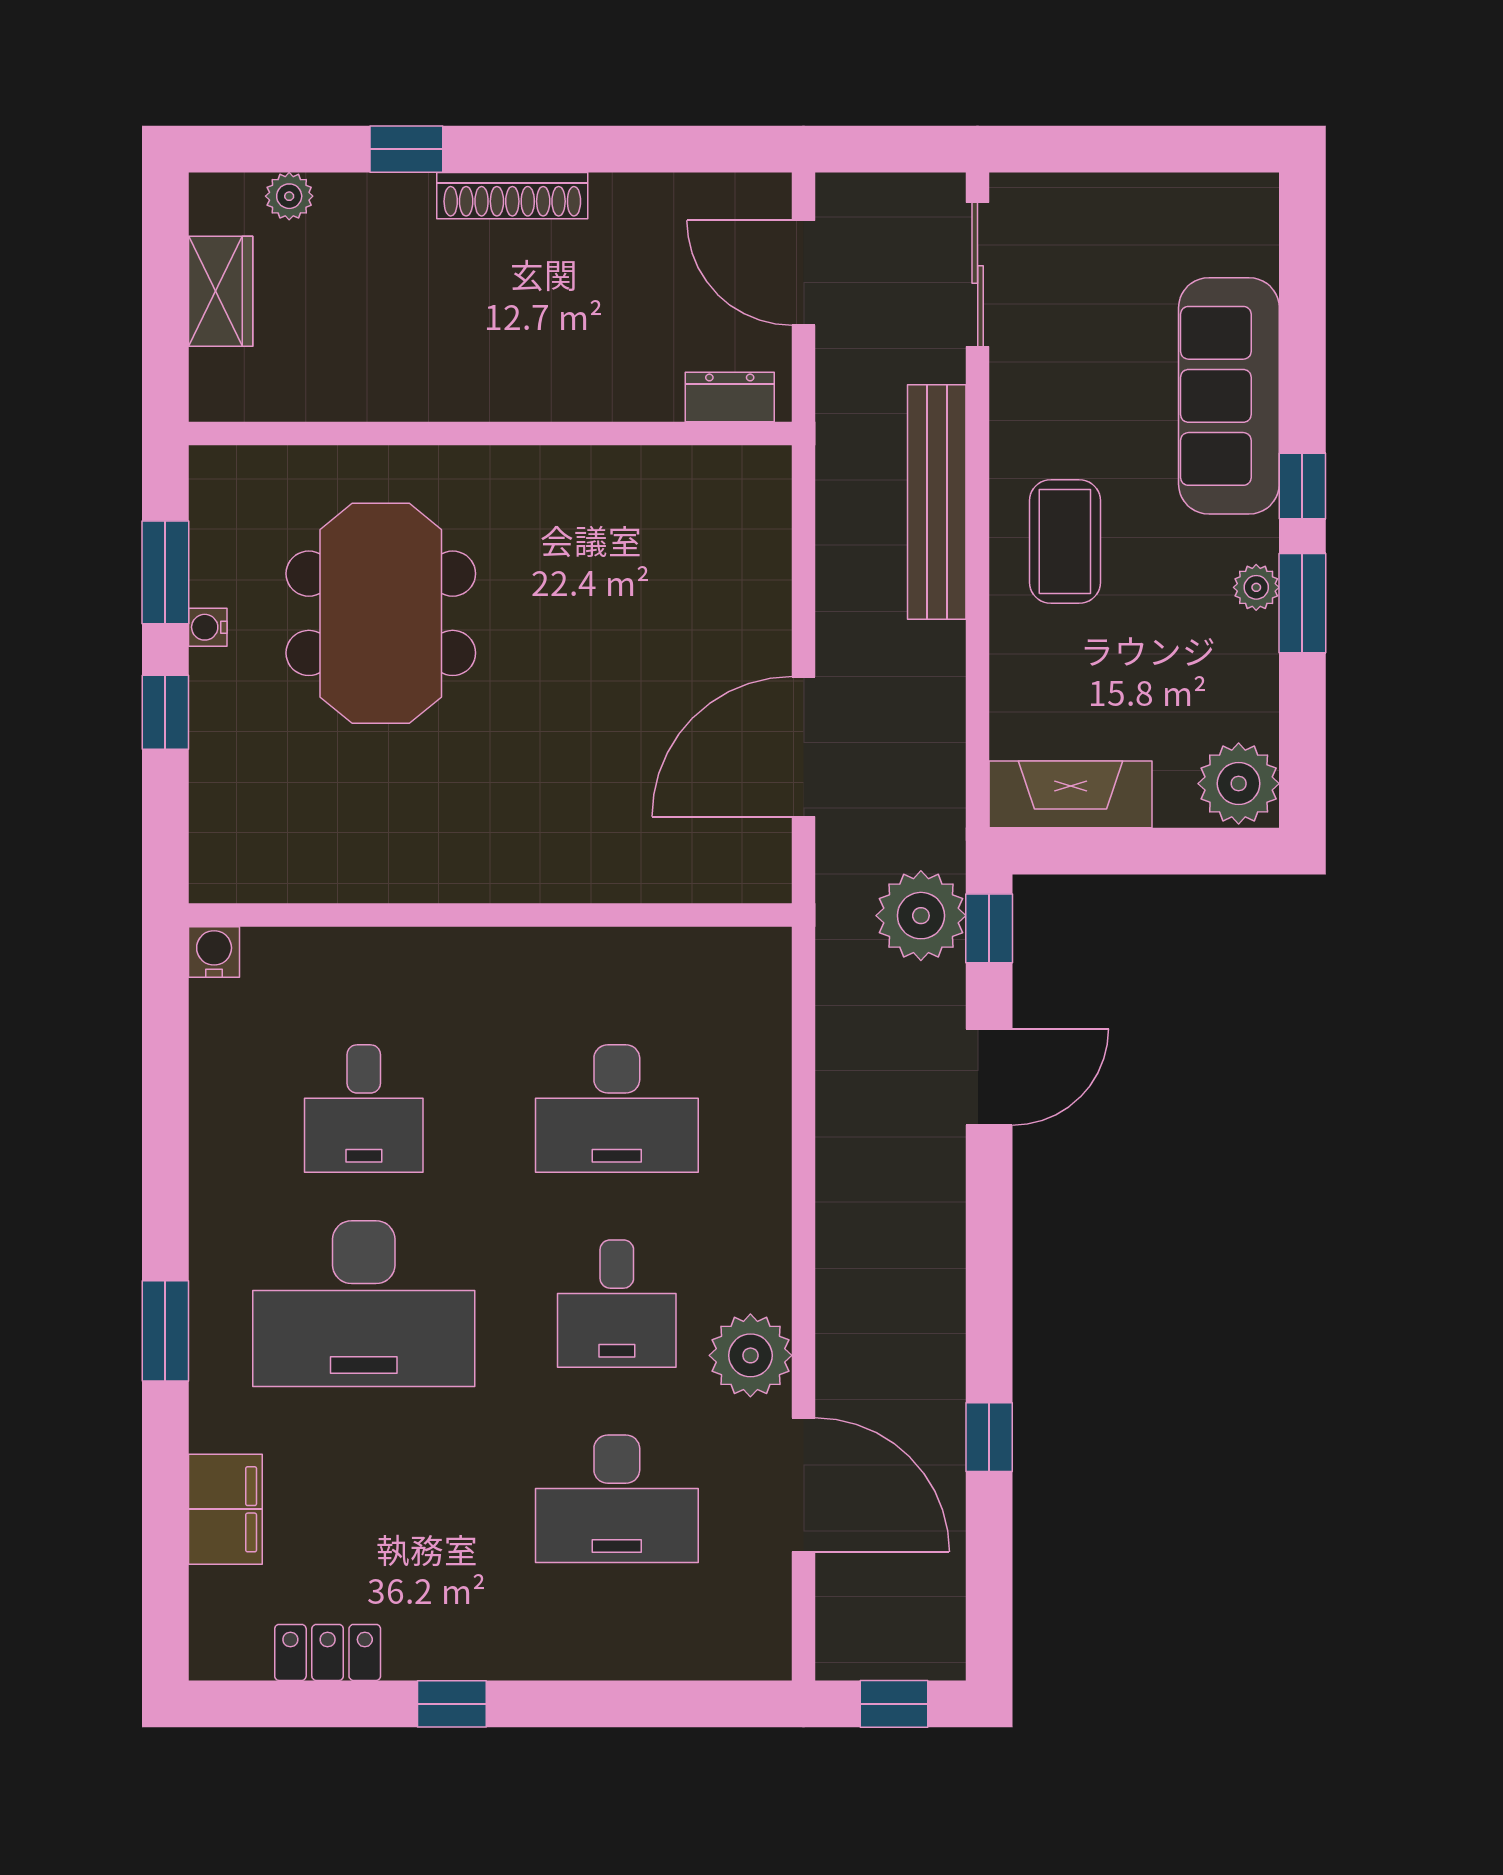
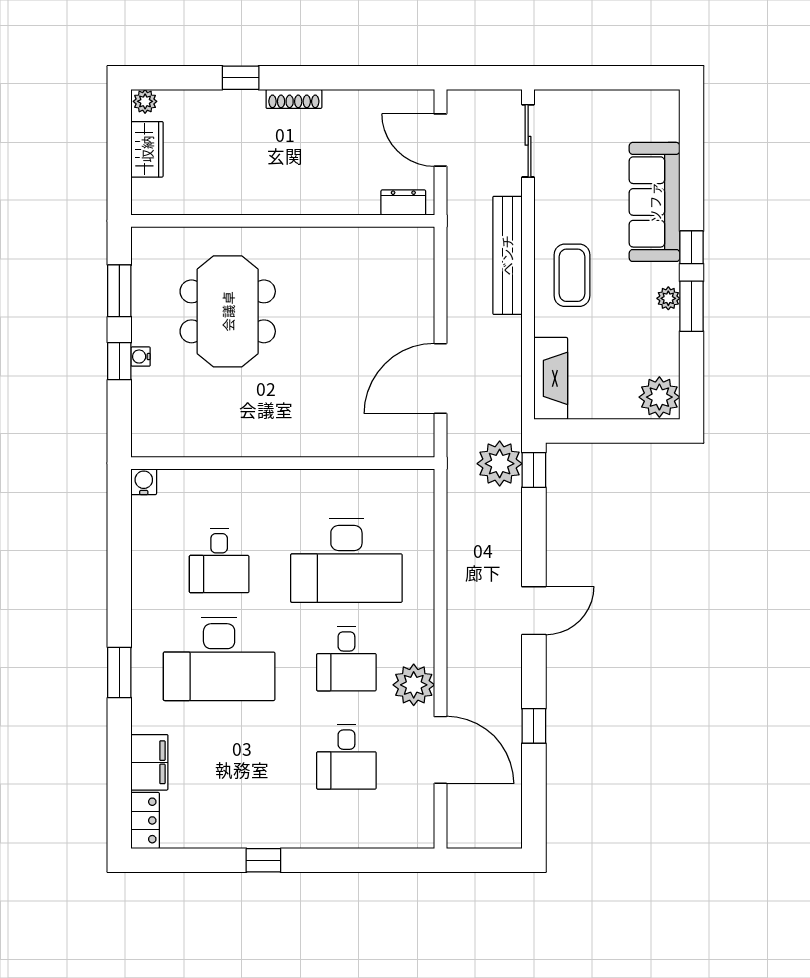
plant: (289, 196) -> (145, 101), moved
shoe rack: (512, 196) -> (294, 99), width x0.74, depth x0.81
water cooler: (208, 627) -> (141, 357), moved
fireplace: (1071, 794) -> (551, 378), moved, turned 90
door: (989, 1077) -> (534, 611), moved
desk: (617, 1108) -> (346, 561), width x1.36, depth x1.30
desk: (617, 1499) -> (346, 757), width x0.73
locker: (328, 1652) -> (145, 820), moved, turned 90
window: (894, 1704) -> (486, 860), removed

